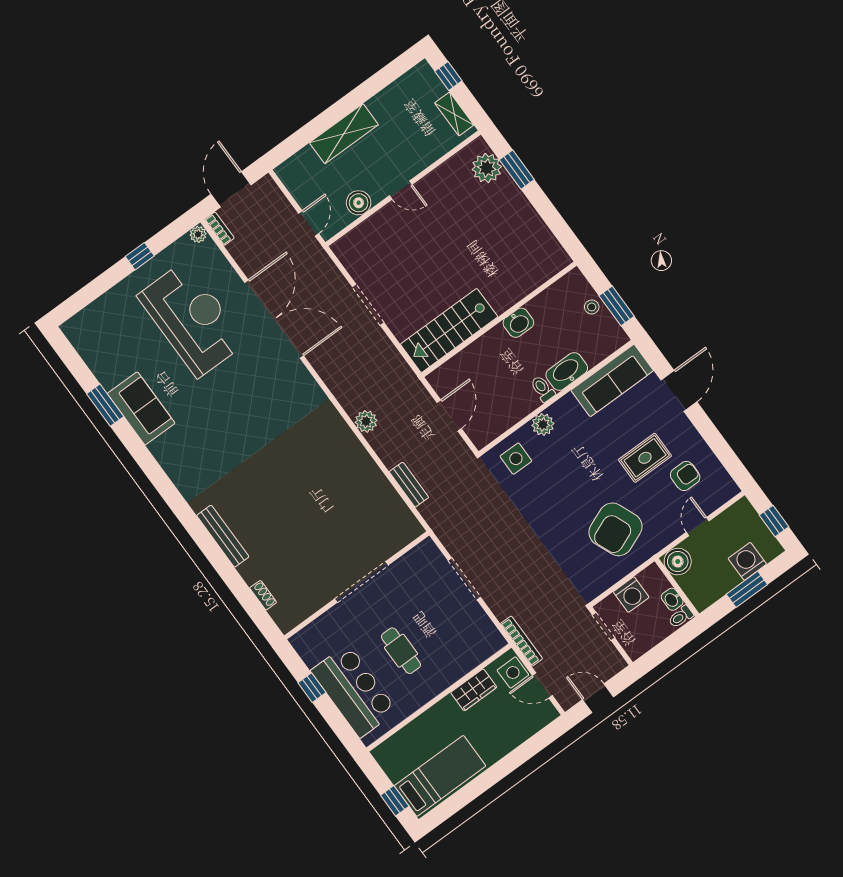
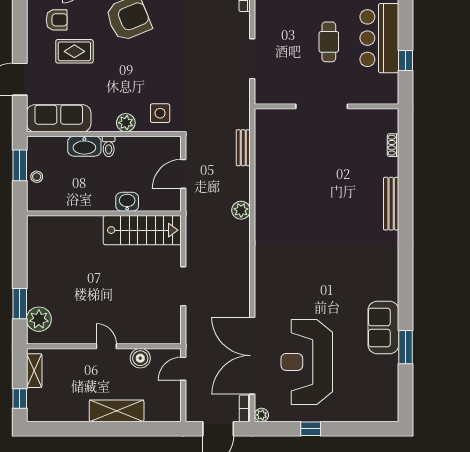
double door: (274, 319) -> (252, 356), moved
washbasin: (518, 323) -> (127, 202), moved
armchair: (685, 476) -> (57, 20), turned 180

